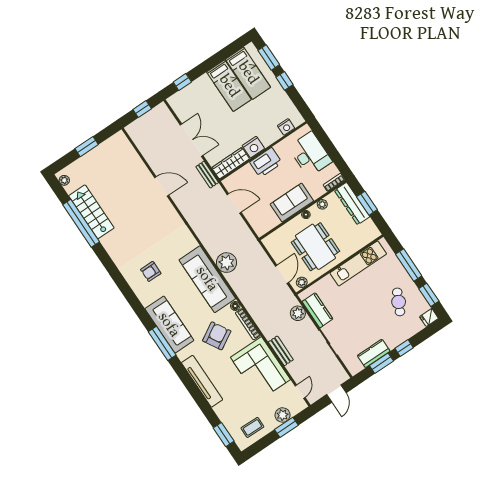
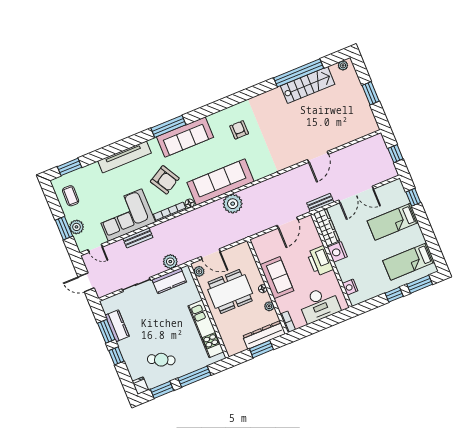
bed: (229, 86) -> (393, 222), moved

